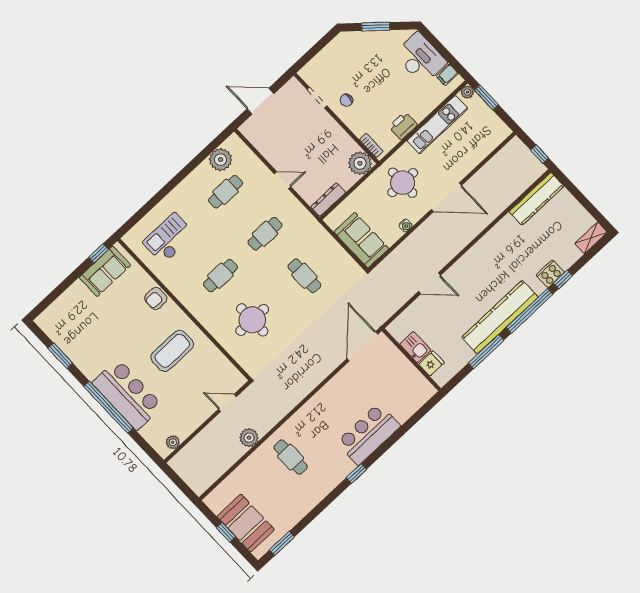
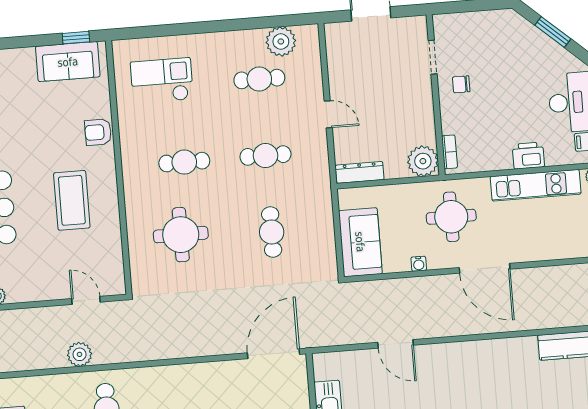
printer: (403, 126) -> (528, 156), moved
coffee table: (172, 351) -> (72, 200), turned 90

